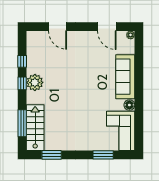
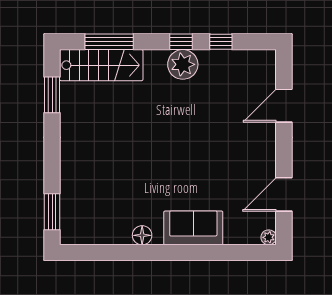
sofa: (125, 77) -> (193, 228), width x0.73
corner sofa: (121, 131) -> (95, 220), removed
window: (103, 155) -> (52, 212), moved

